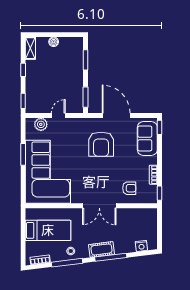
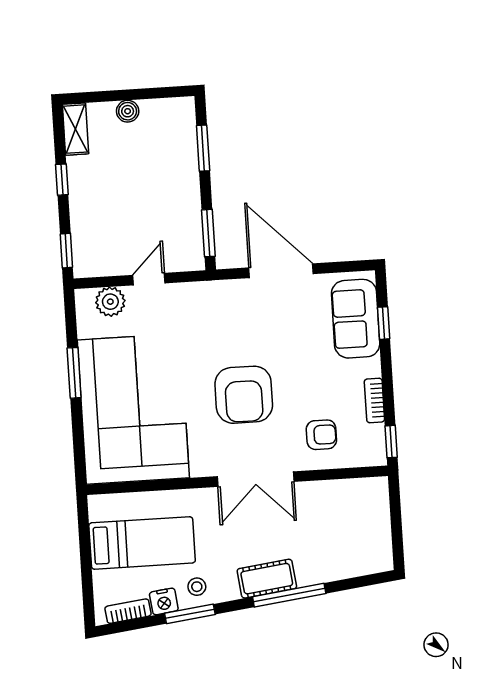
window: (159, 127) -> (384, 323), moved
armchair: (101, 144) -> (244, 395), moved
nightstand: (141, 246) -> (164, 601), moved
window: (67, 263) -> (190, 614), width x0.69

